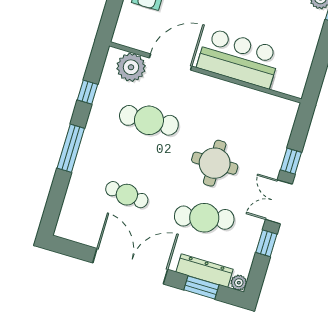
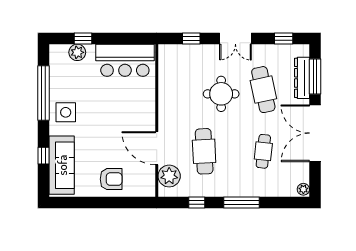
bar counter: (239, 58) -> (125, 60), moved, turned -90
window: (291, 161) -> (191, 38), moved
window: (266, 243) -> (284, 38), moved
plant: (239, 283) -> (303, 189), moved
window: (201, 287) -> (315, 76), width x1.44

